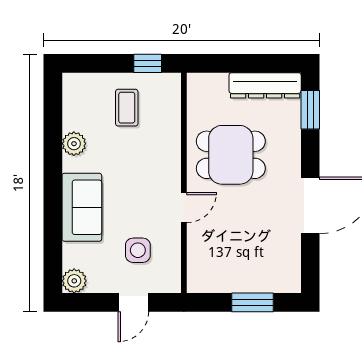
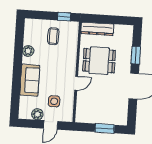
dresser: (265, 85) -> (97, 29), moved
window: (310, 110) -> (136, 55), moved
plant: (74, 281) -> (37, 114), moved

